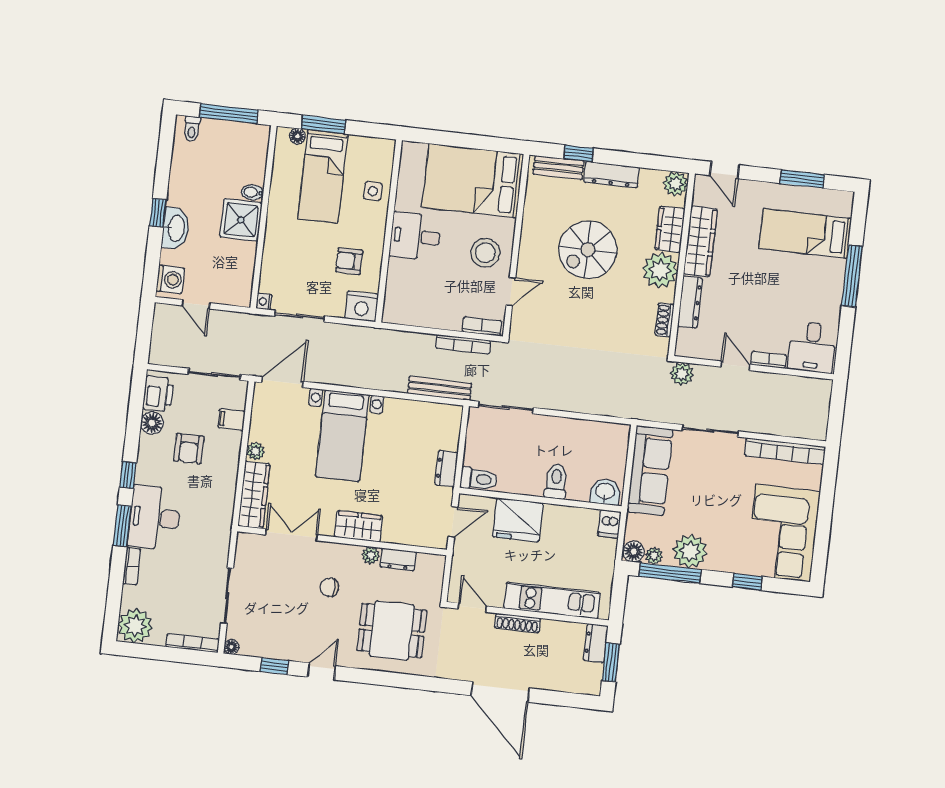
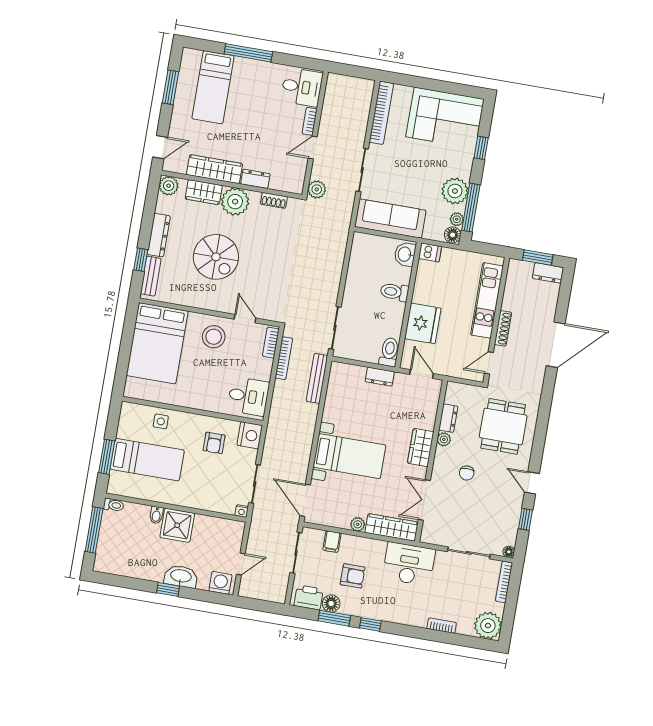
toilet: (192, 129) -> (114, 505), moved
floor lamp: (297, 136) -> (115, 478), removed
desk: (415, 236) -> (248, 396), moved, turned -90
dresser: (690, 302) -> (255, 179), width x0.70
desk: (155, 518) -> (409, 564), moved, turned 180
window: (122, 526) -> (334, 618), moved
dresser: (596, 643) -> (548, 273), moved

